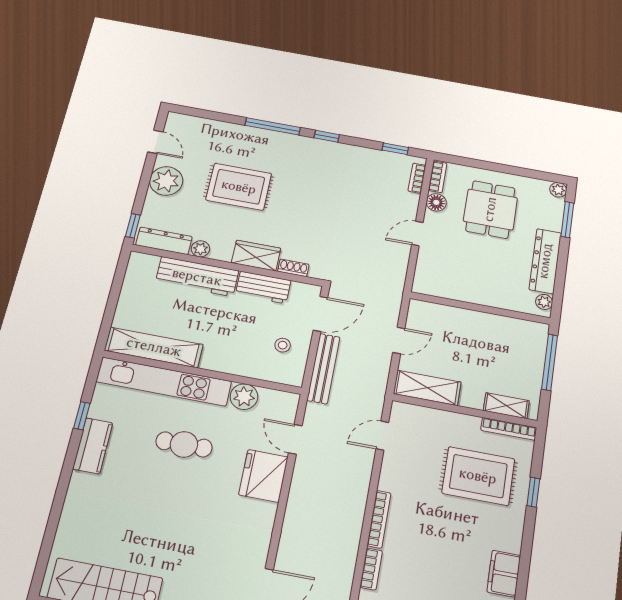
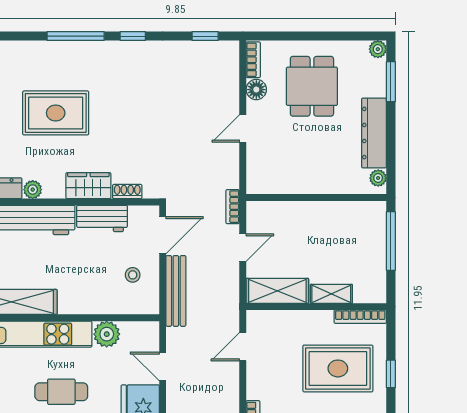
bookcase: (417, 178) -> (233, 207), moved
shelving: (506, 406) -> (331, 294), moved

